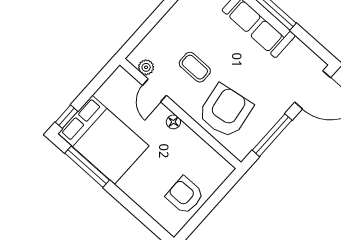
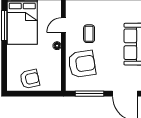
plant: (146, 67) -> (70, 13), removed
armchair: (185, 195) -> (30, 79), turned 78

